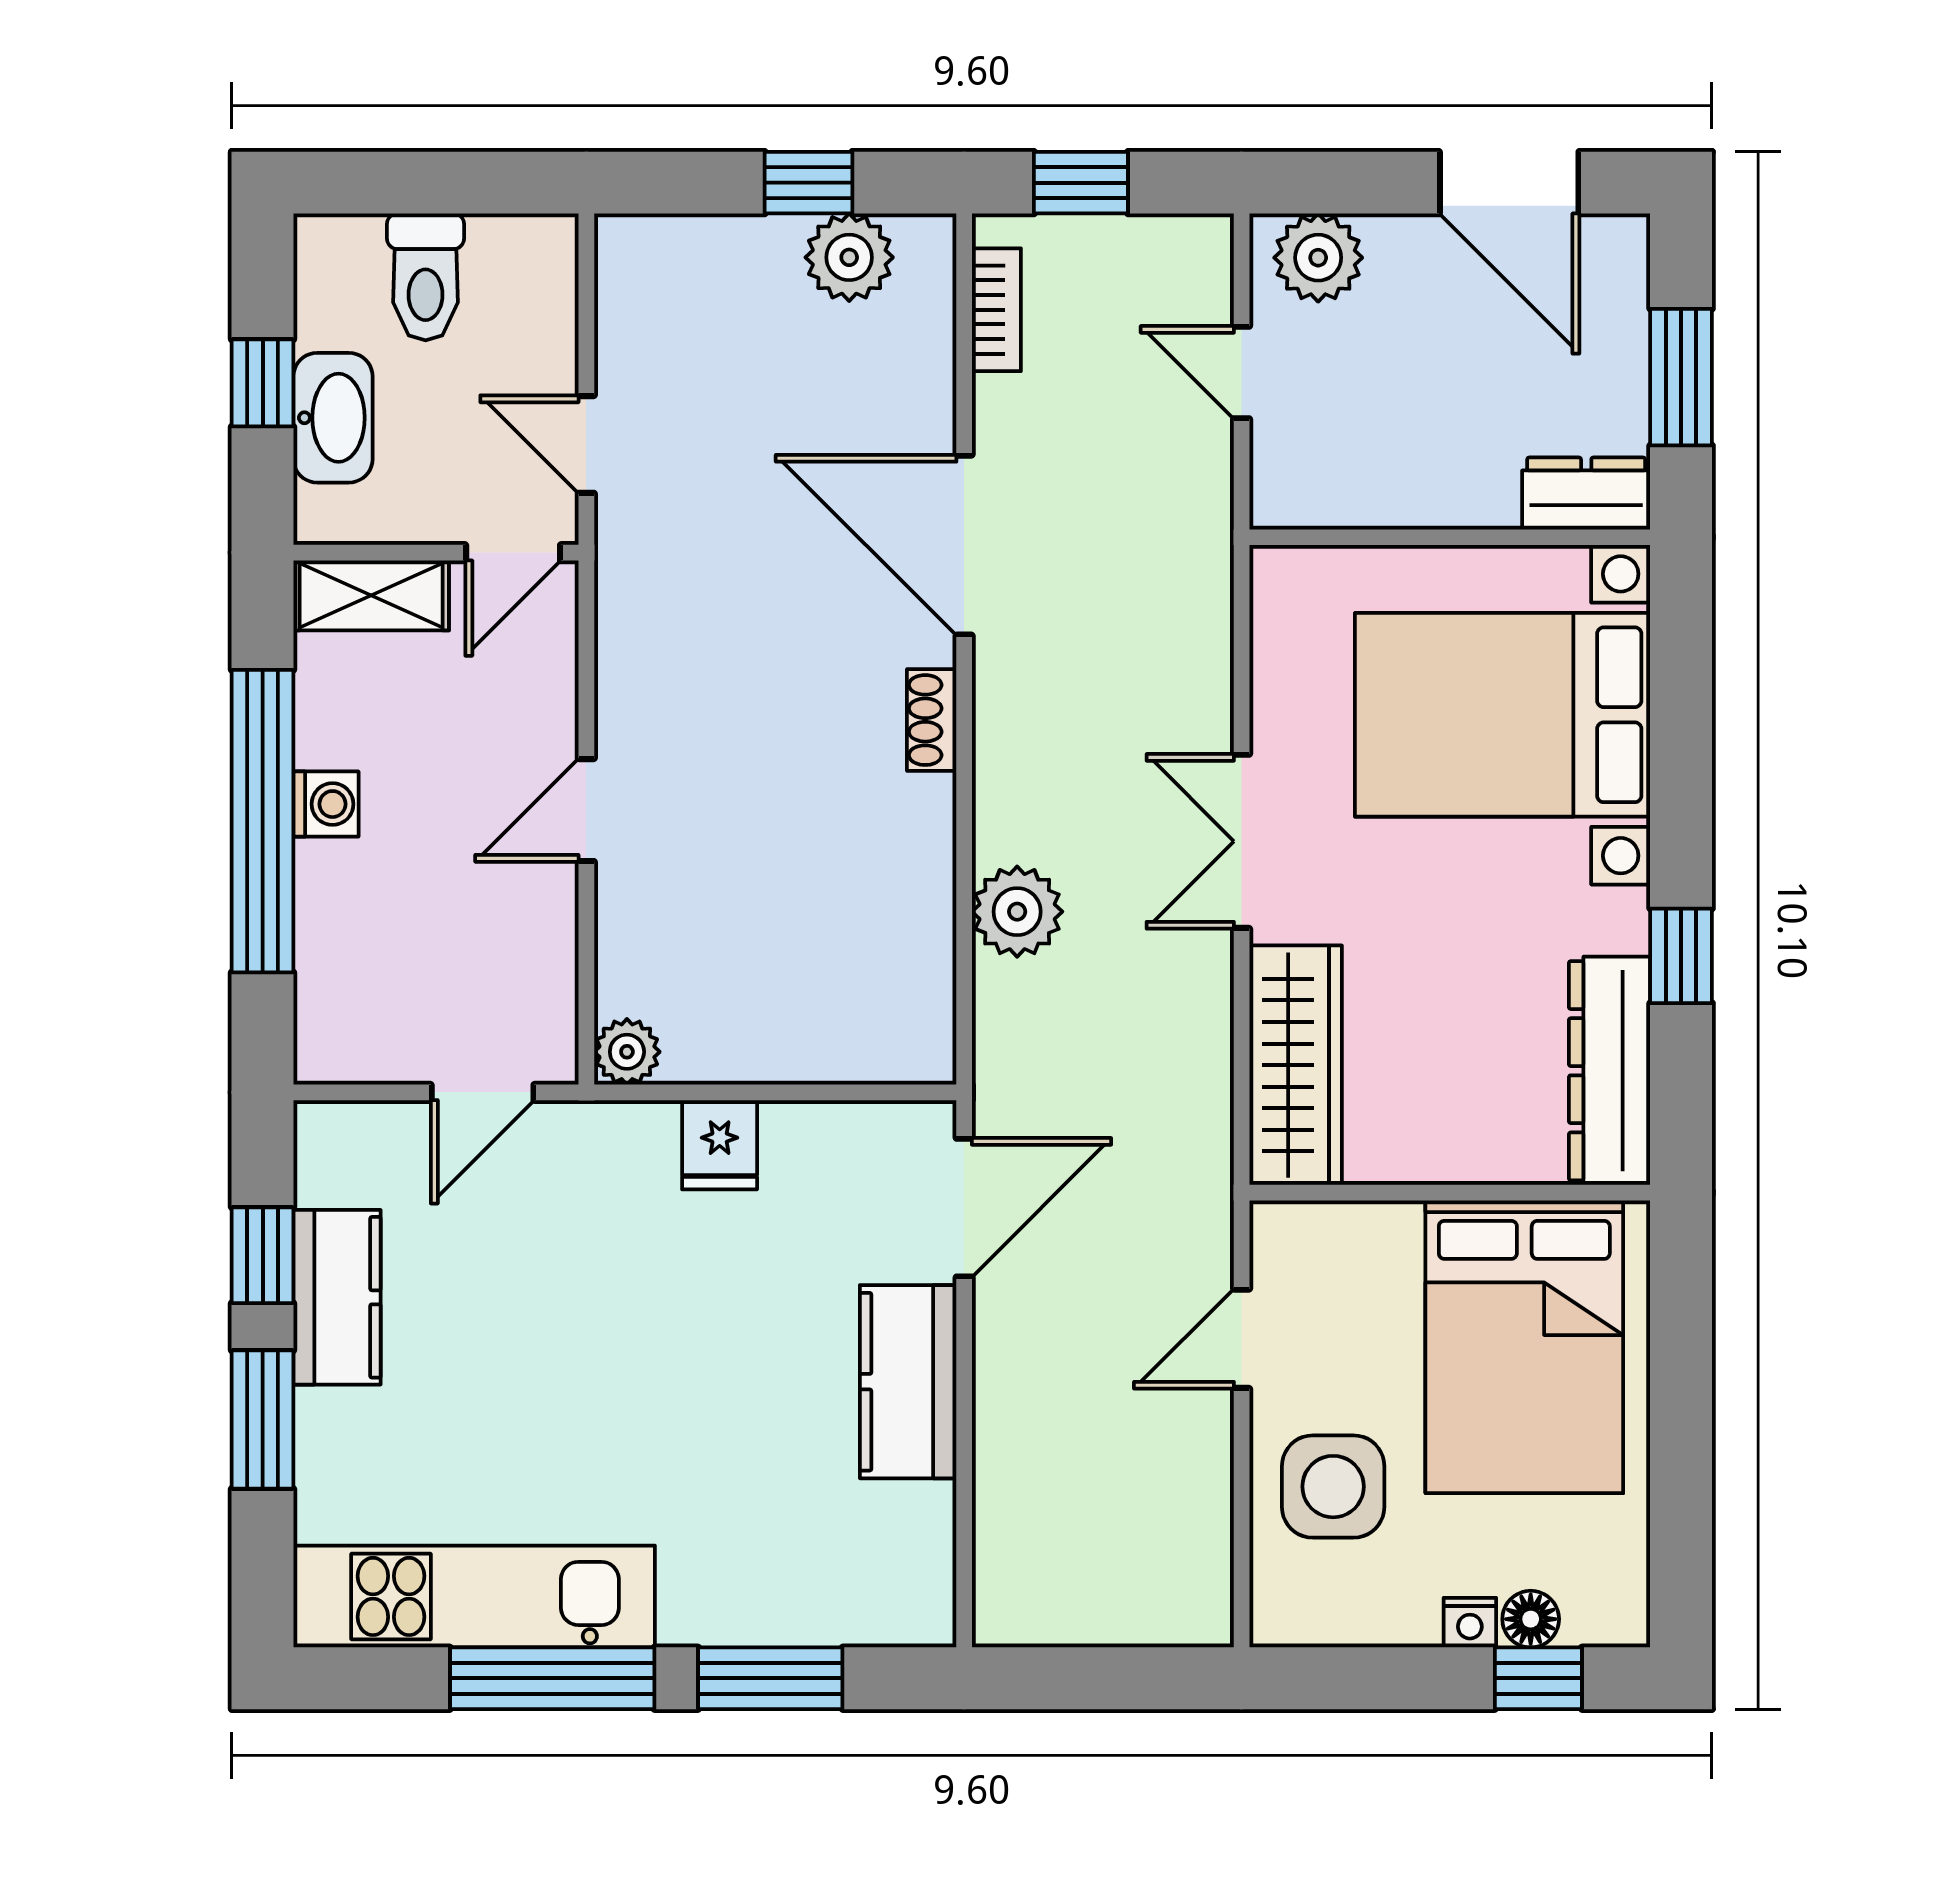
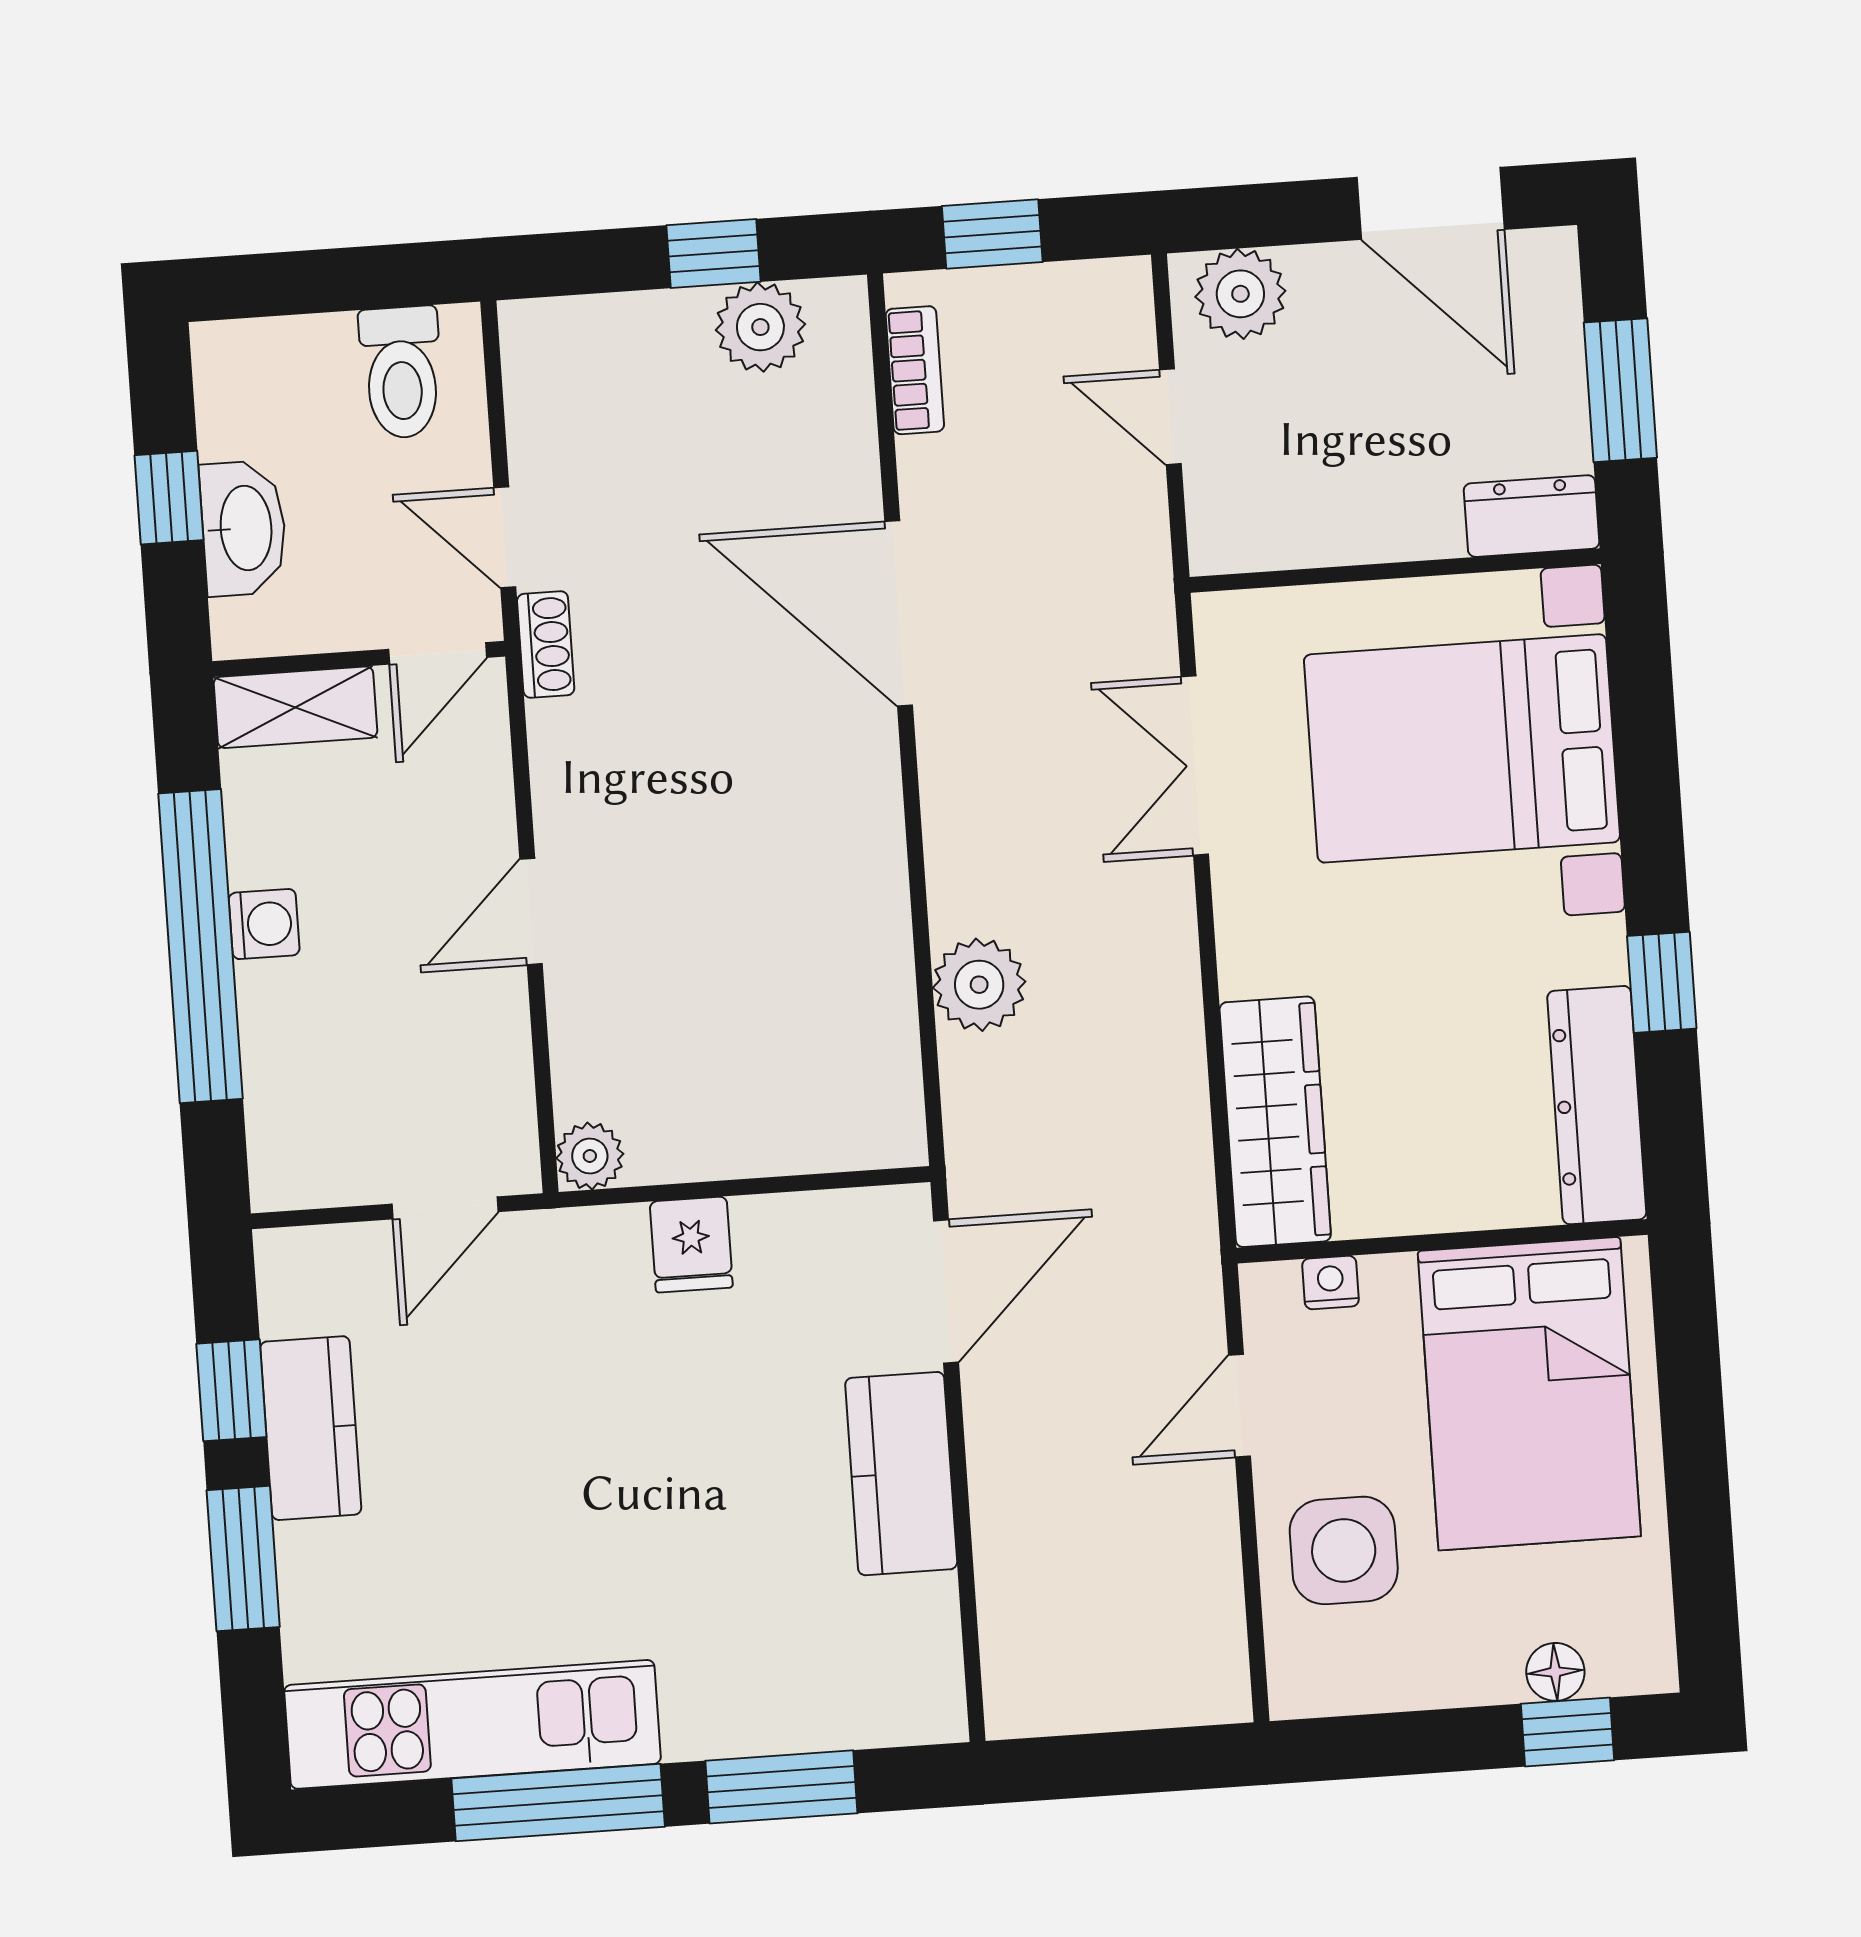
toilet: (426, 277) -> (401, 372), moved
shoe rack: (932, 720) -> (546, 644), moved, turned 180
double door: (1242, 841) -> (1195, 766), moved
nightstand: (1470, 1623) -> (1331, 1283), moved, turned 180

